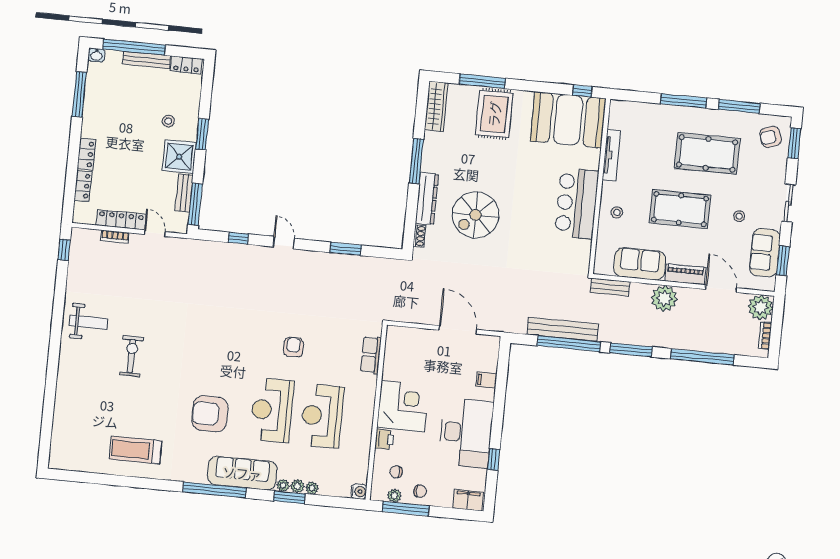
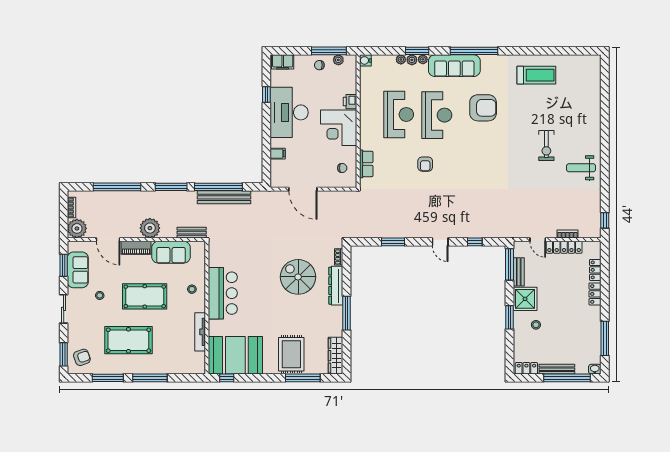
spiral stairs: (476, 215) -> (298, 277), turned -90
chair: (396, 472) -> (342, 168), moved

